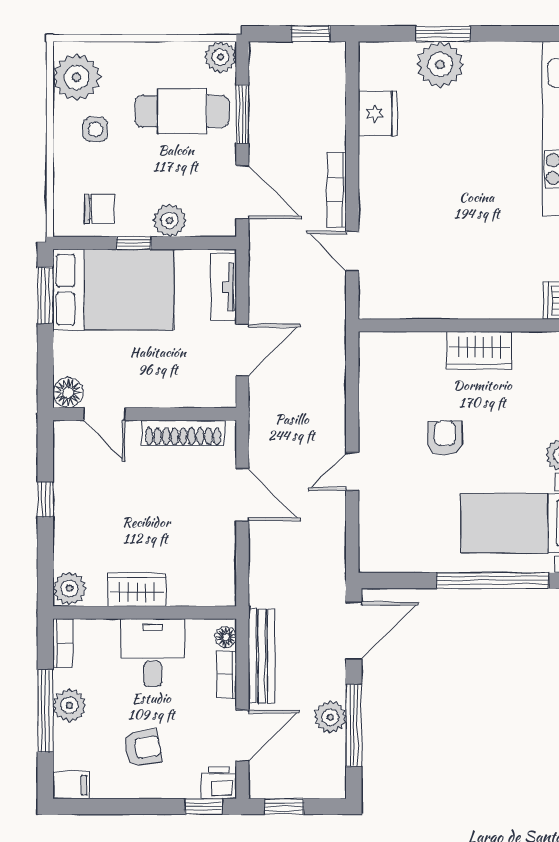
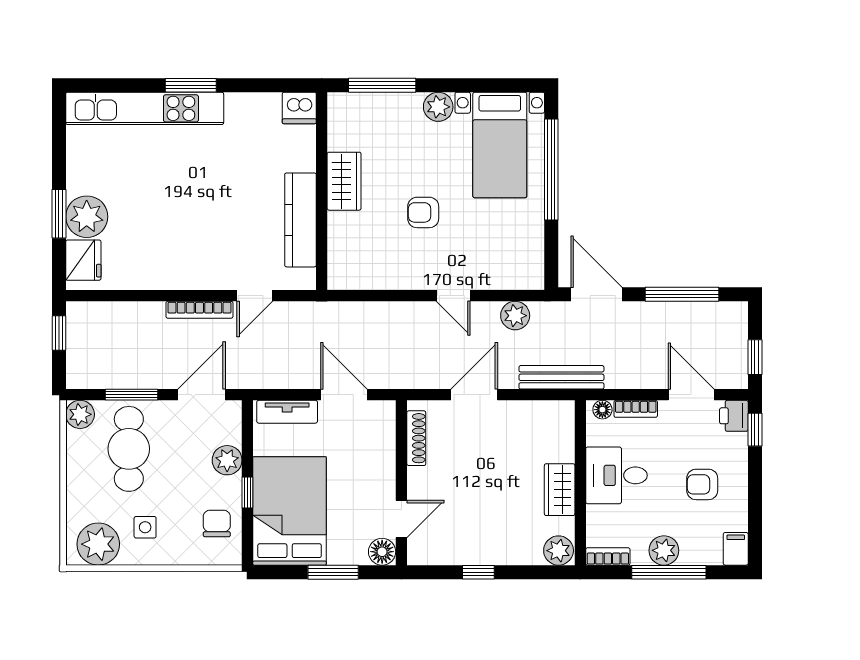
fridge: (378, 113) -> (83, 260), moved, turned 90
window: (45, 295) -> (333, 572), moved
kitchen counter: (436, 302) -> (300, 220), added
shoe rack: (183, 433) -> (416, 438), width x0.74, depth x0.81
bench: (262, 656) -> (561, 377), moved
plant: (330, 717) -> (515, 316), moved
armchair: (143, 748) -> (702, 484), turned -80

